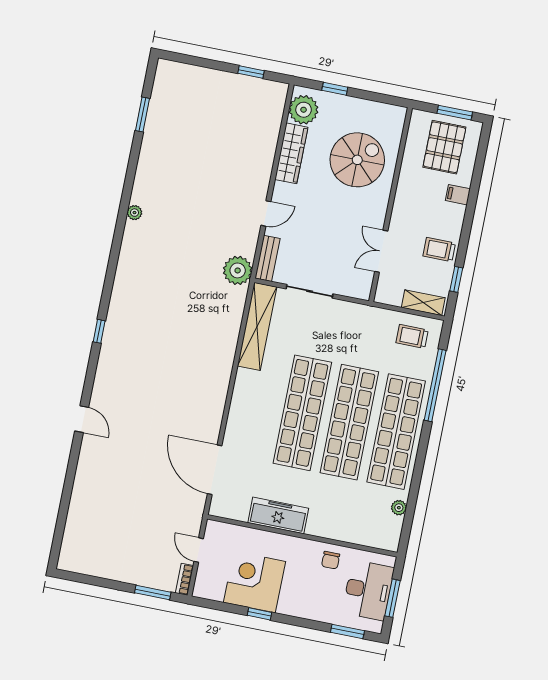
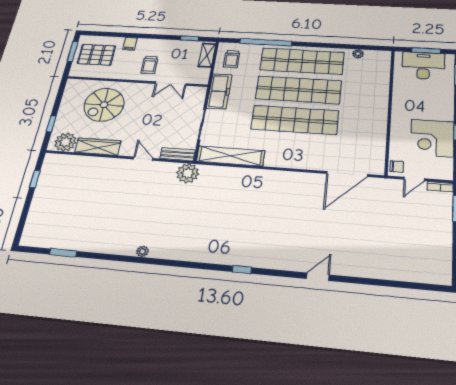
spiral stairs: (357, 160) -> (104, 105), turned -90
trolley: (439, 250) -> (150, 65), moved
freezer: (278, 515) -> (219, 91), moved, turned 180
chair: (331, 560) -> (397, 167), moved

